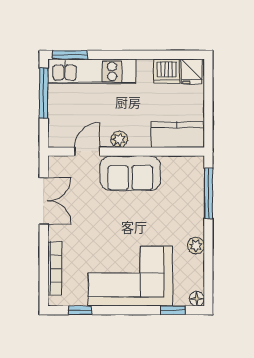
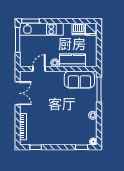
kitchen counter: (177, 135) -> (73, 60), moved
sofa: (130, 173) -> (79, 80), moved
corner sofa: (130, 276) -> (60, 130), removed

